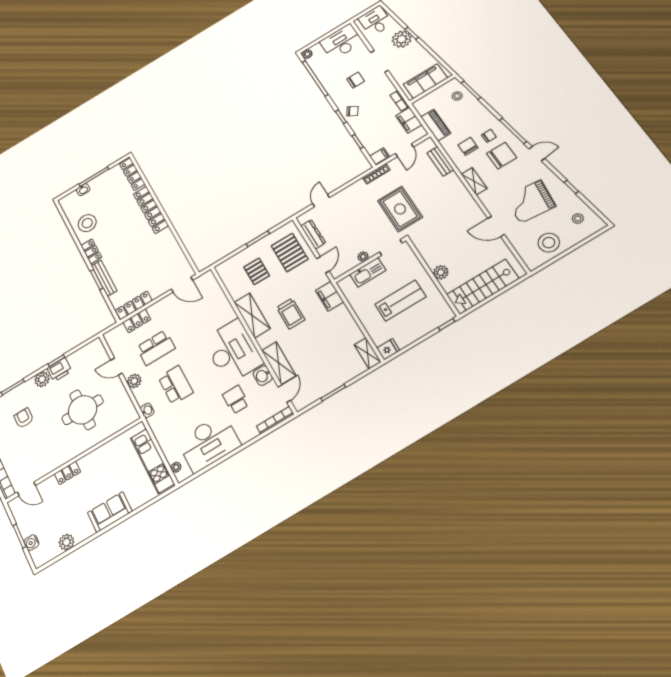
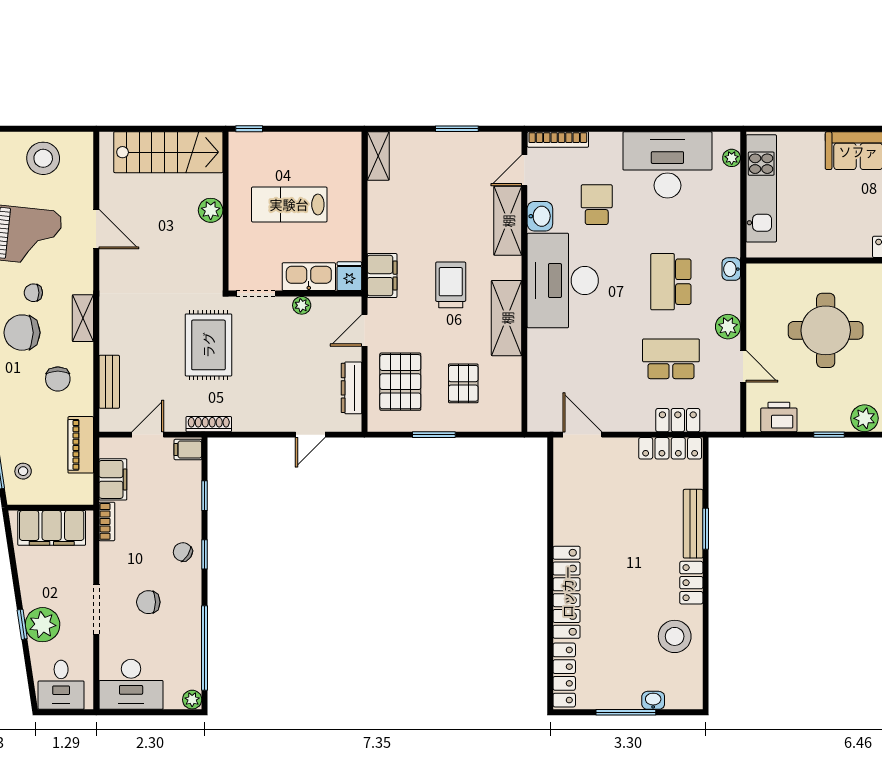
chair: (489, 136) -> (33, 293), moved
fridge: (388, 349) -> (349, 276), moved, turned 90
printer: (59, 370) -> (779, 417), moved
school desk: (236, 400) -> (597, 205), turned 180

